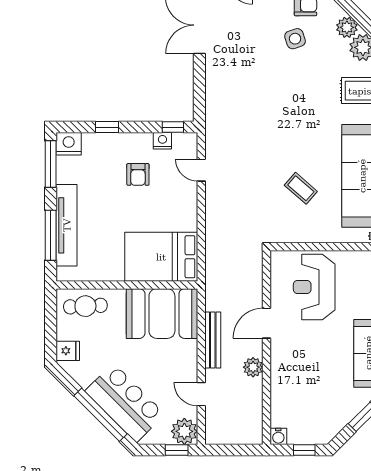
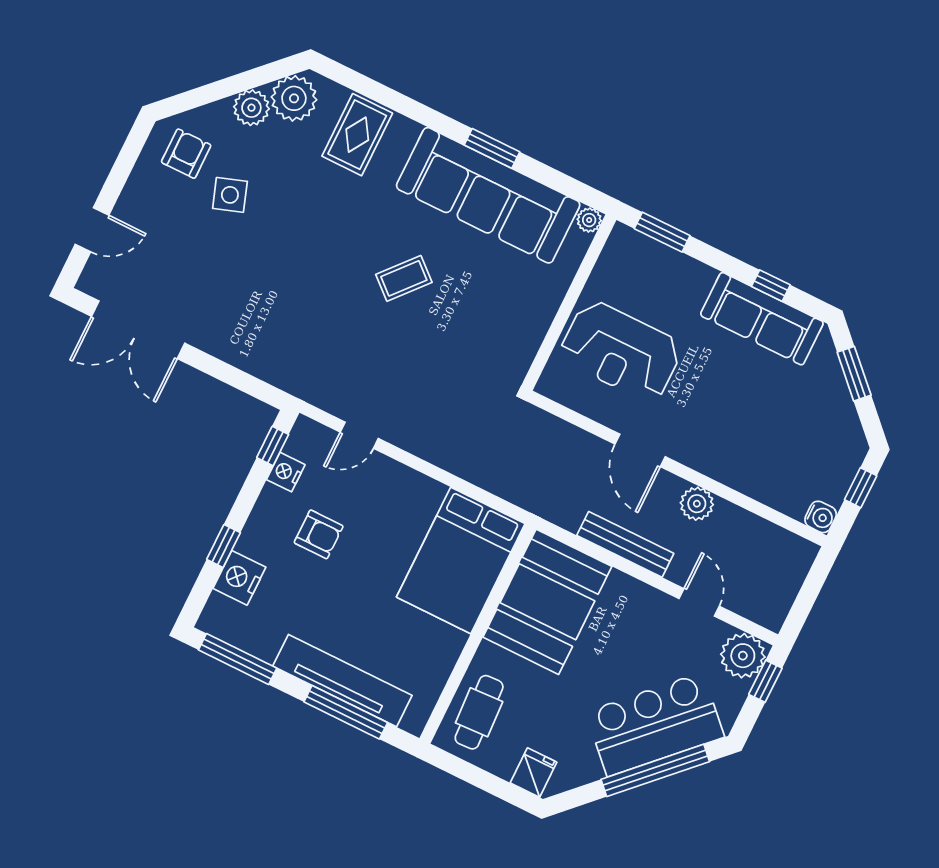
nightstand: (69, 144) -> (239, 578), moved
coffee table: (301, 188) -> (404, 278), moved
door: (201, 394) -> (699, 602), swing flipped

